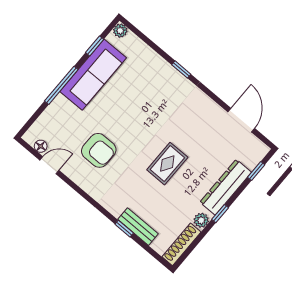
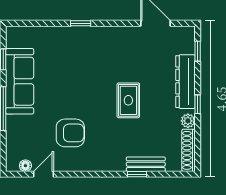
plant: (120, 31) -> (12, 32), removed

